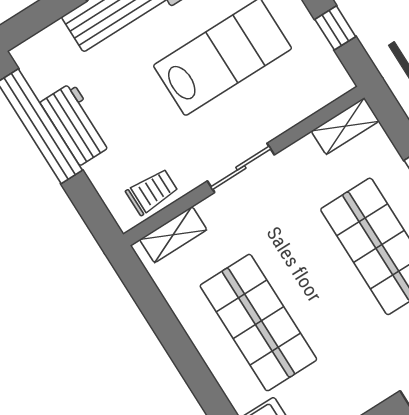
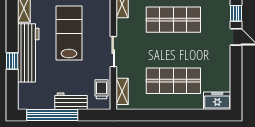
workbench: (76, 124) -> (71, 101), moved

